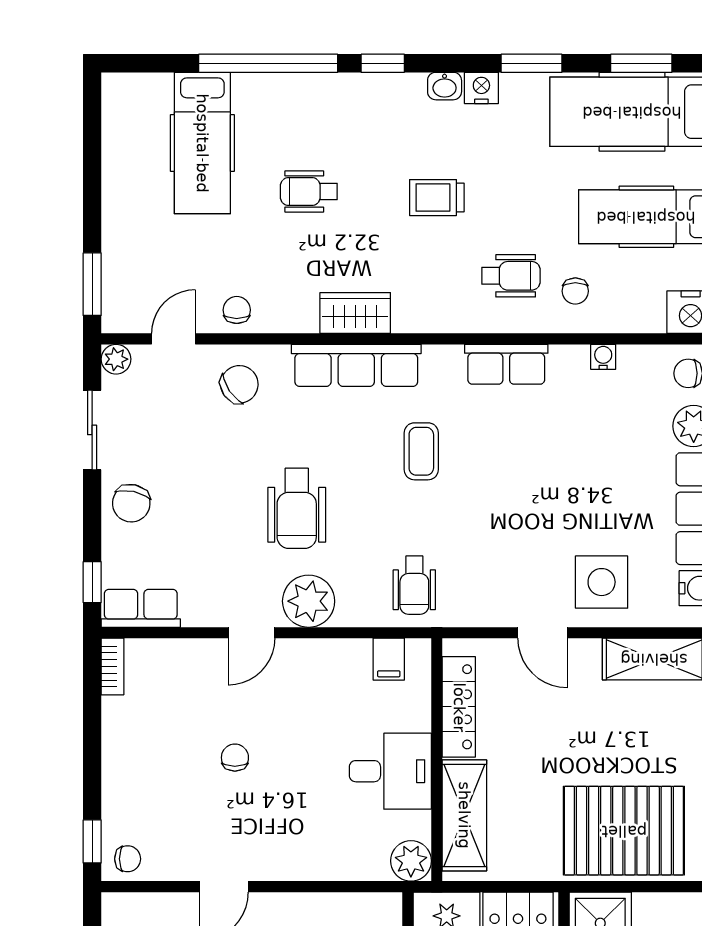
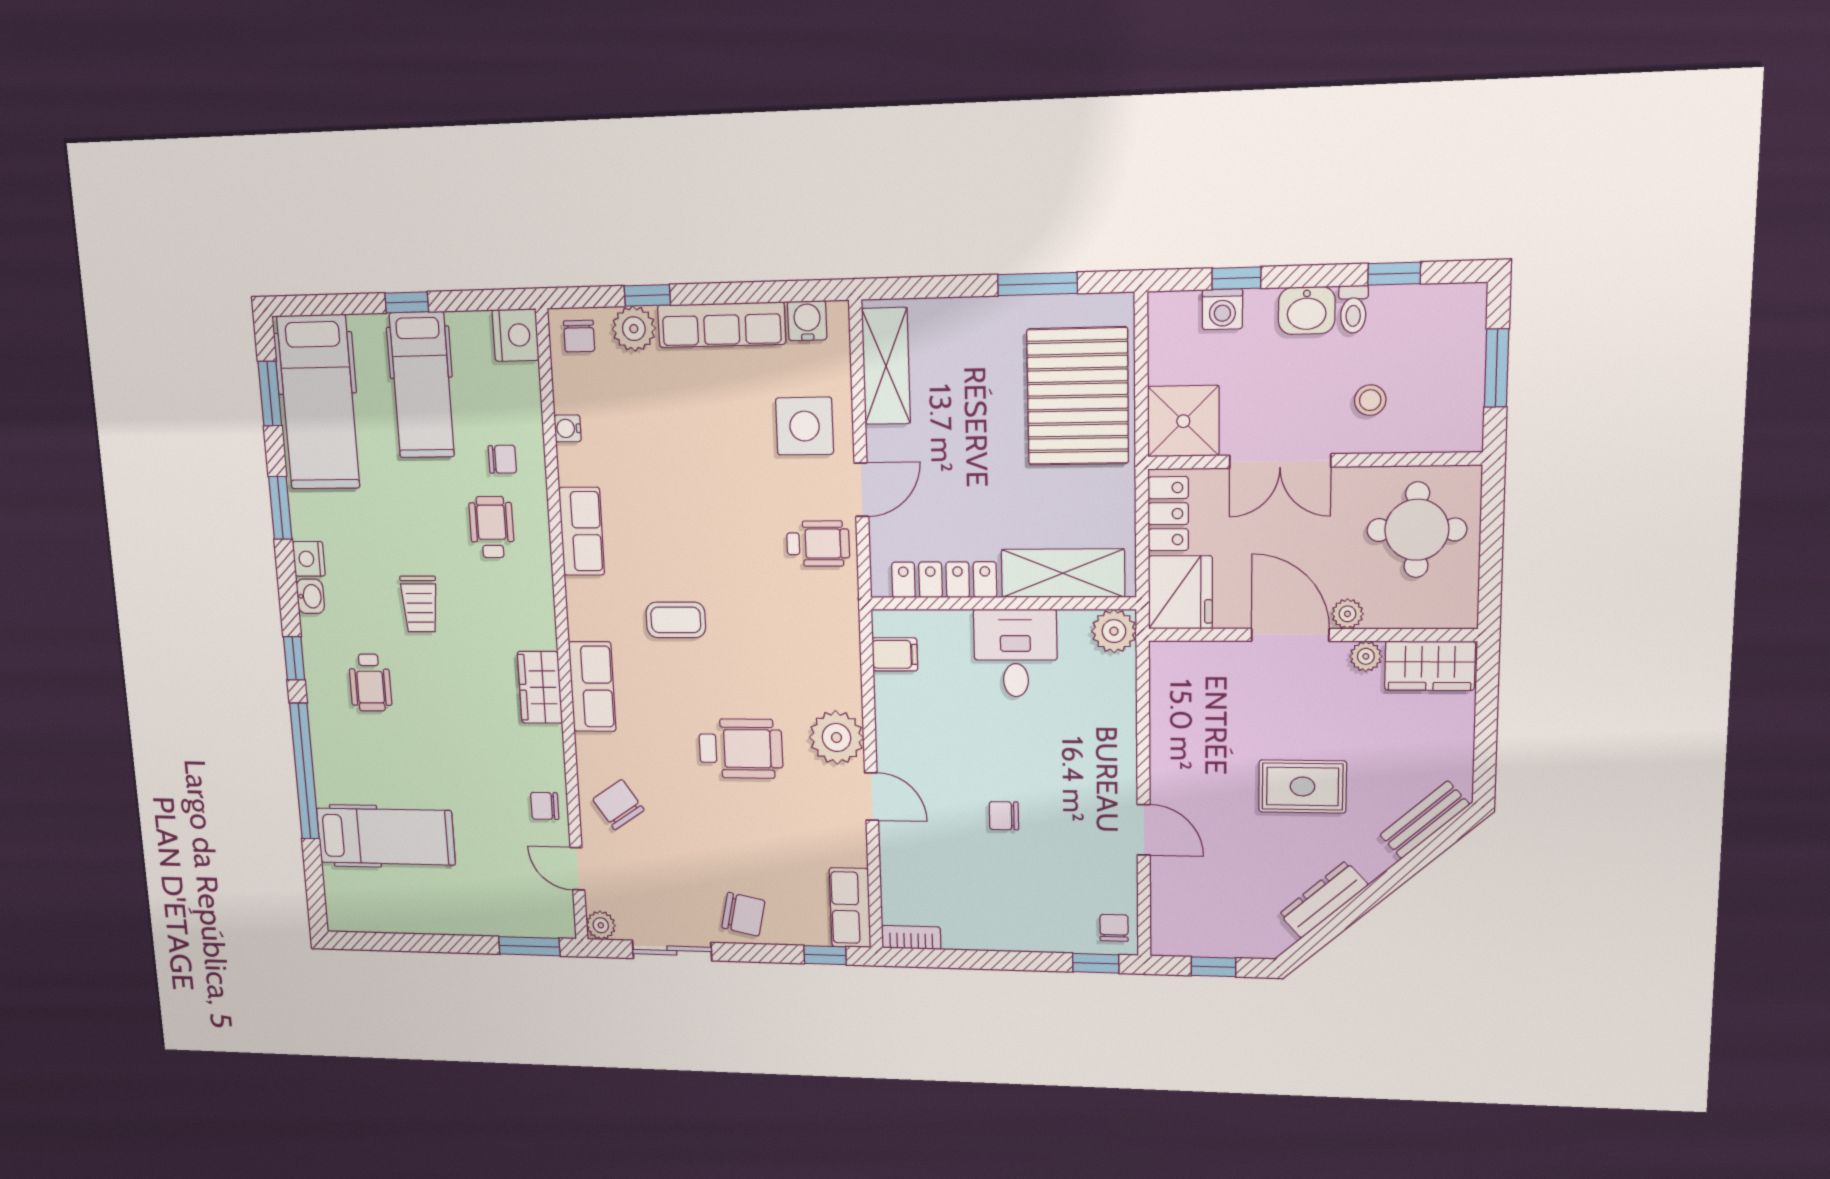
wheelchair: (309, 192) -> (370, 683), moved
row of seats: (356, 365) -> (592, 687), width x0.68
wheelchair: (414, 585) -> (818, 544), moved

